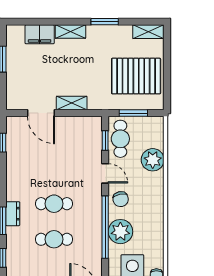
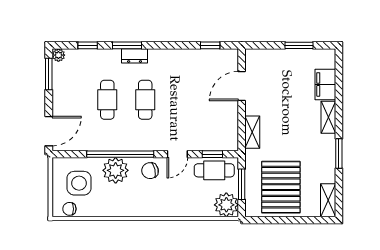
shelving: (72, 103) -> (252, 132), moved
plant: (153, 160) -> (226, 205), moved

